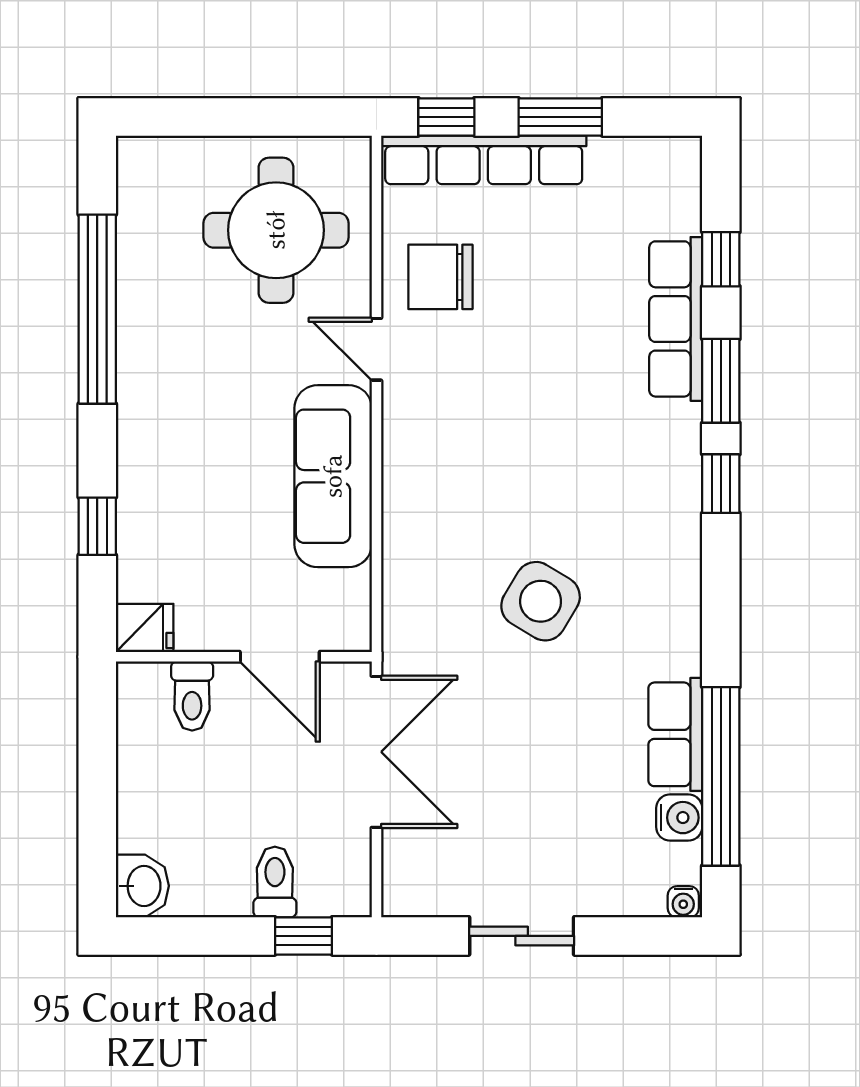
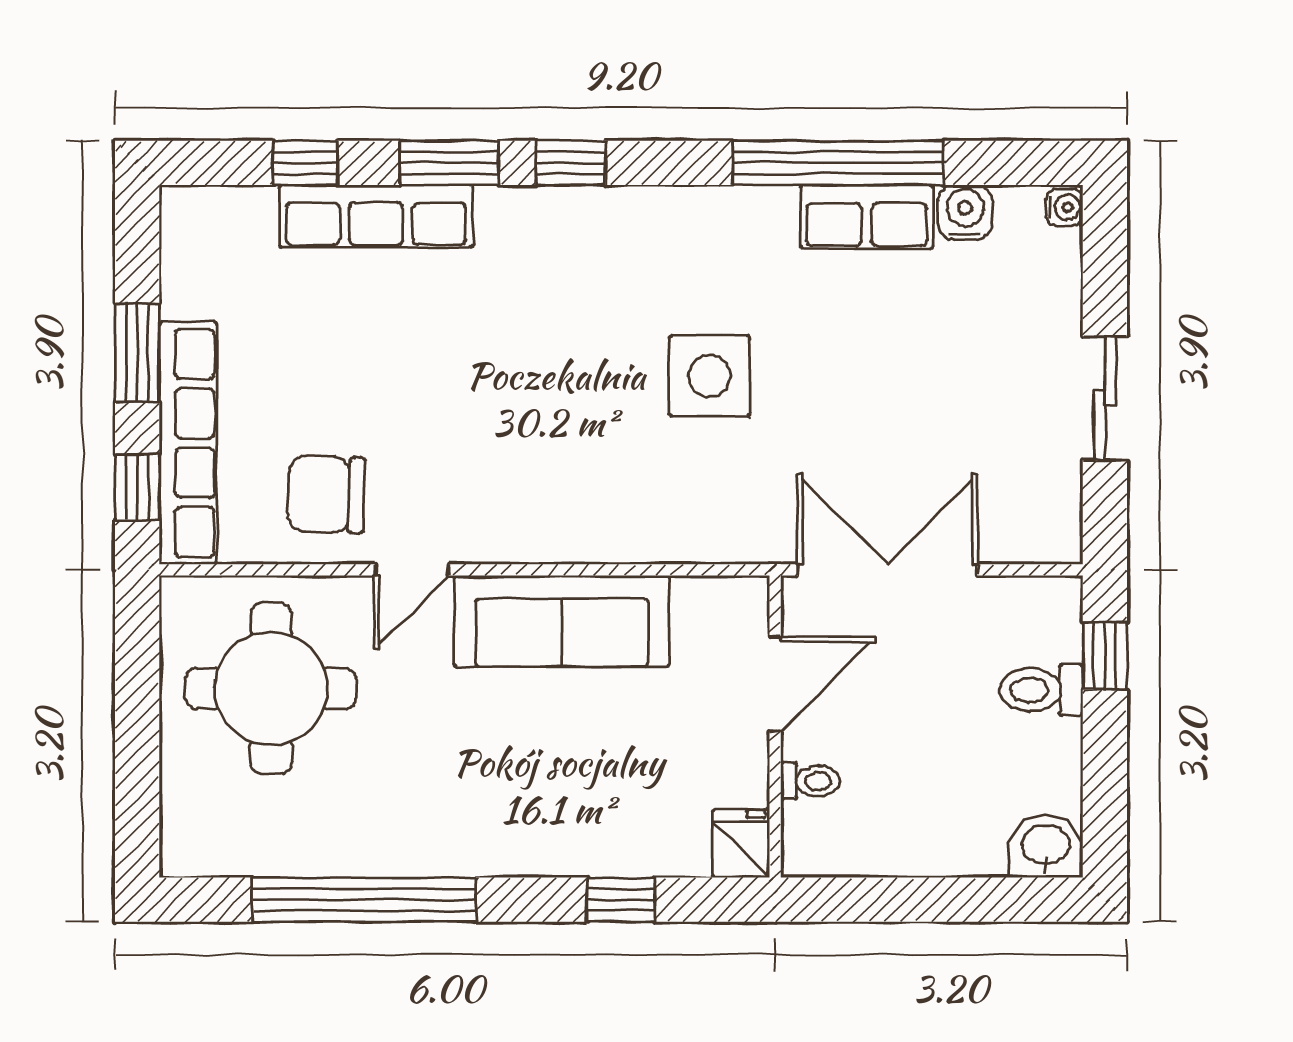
chair: (440, 277) -> (326, 494), turned 92
side table: (541, 601) -> (709, 376), turned -31
toilet: (192, 696) -> (810, 781), width x0.73, depth x0.72
window: (721, 776) -> (838, 163), moved

